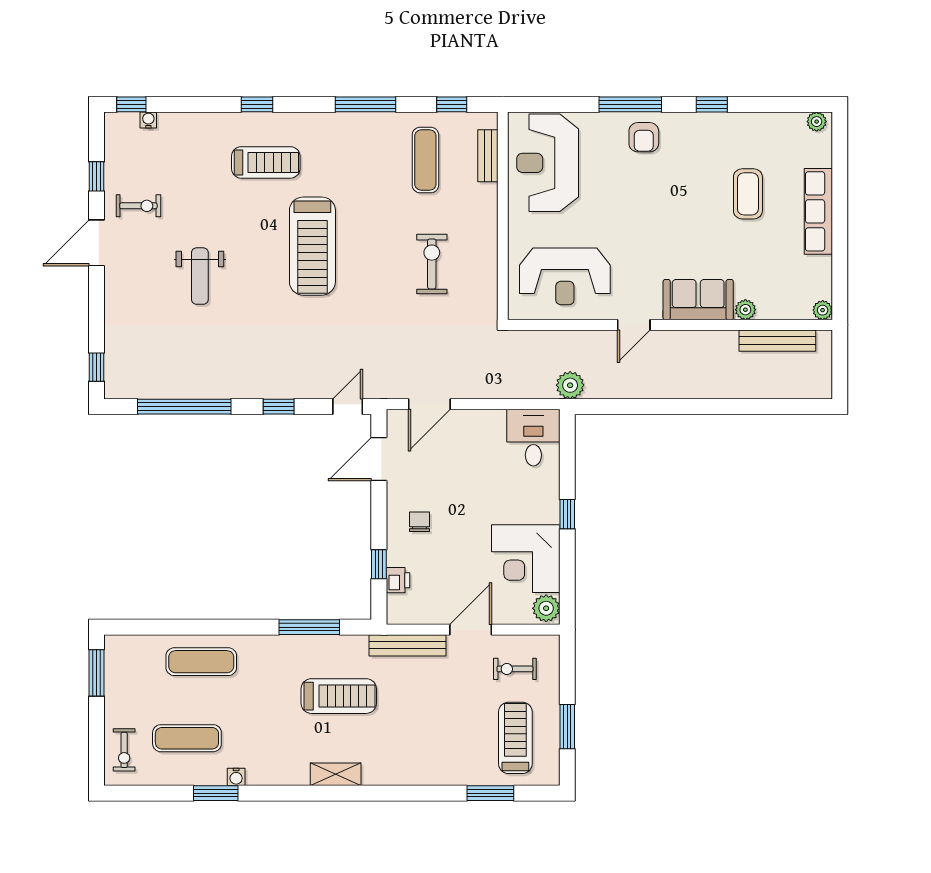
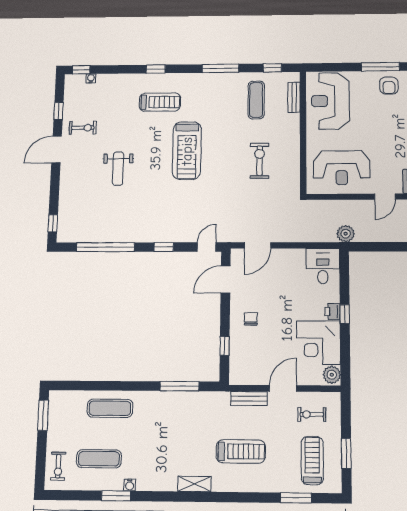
printer: (398, 580) -> (332, 311), moved, turned 180
bench: (408, 645) -> (249, 398), width x0.73
treadmill: (339, 696) -> (241, 451), moved

